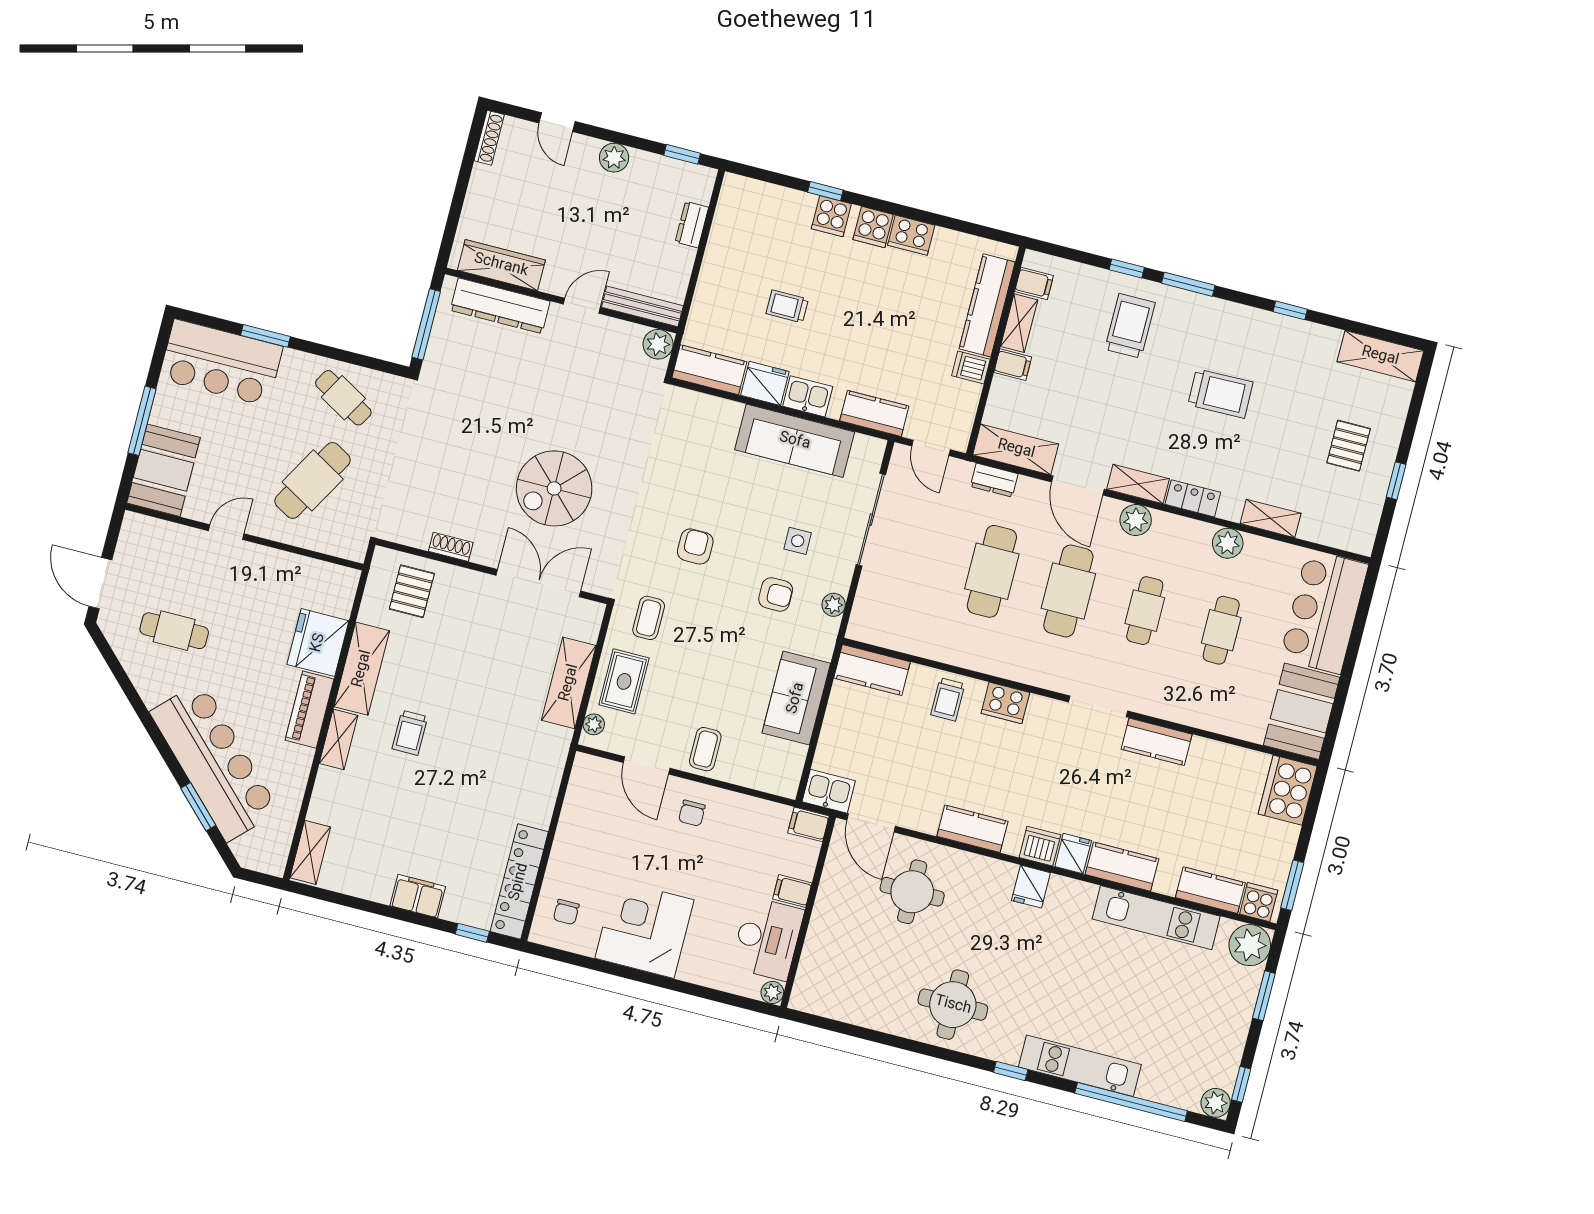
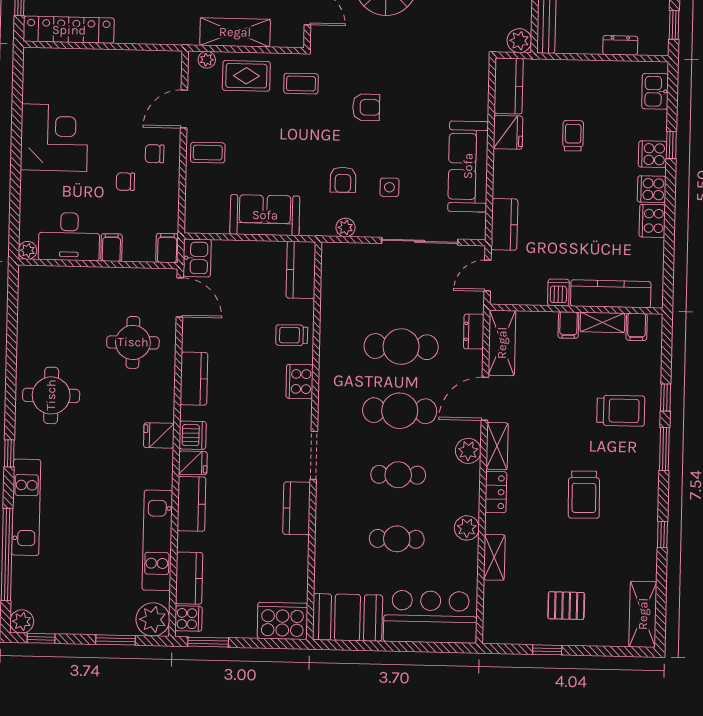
kitchen sink: (808, 396) -> (655, 91), moved, turned 180
door: (871, 823) -> (180, 297), swing flipped
chair: (566, 912) -> (125, 182), moved

